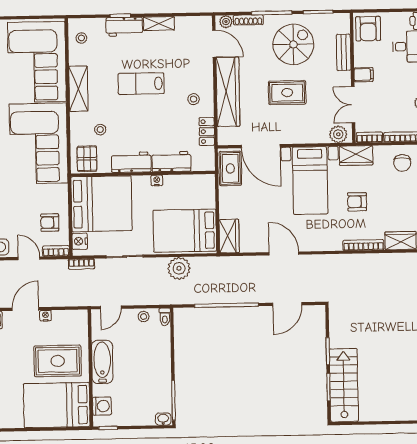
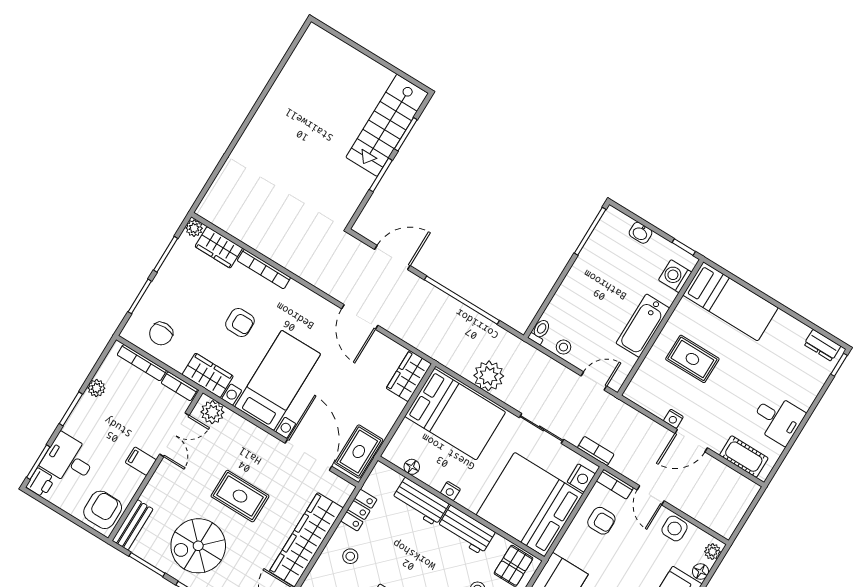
bench: (344, 52) -> (133, 525), moved
chair: (402, 163) -> (161, 334), turned 180
floor lamp: (191, 180) -> (412, 467), added
rug: (58, 361) -> (692, 359), width x0.73, depth x0.70
bed: (57, 405) -> (730, 301), width x0.67
washbasin: (163, 419) -> (641, 233), moved

